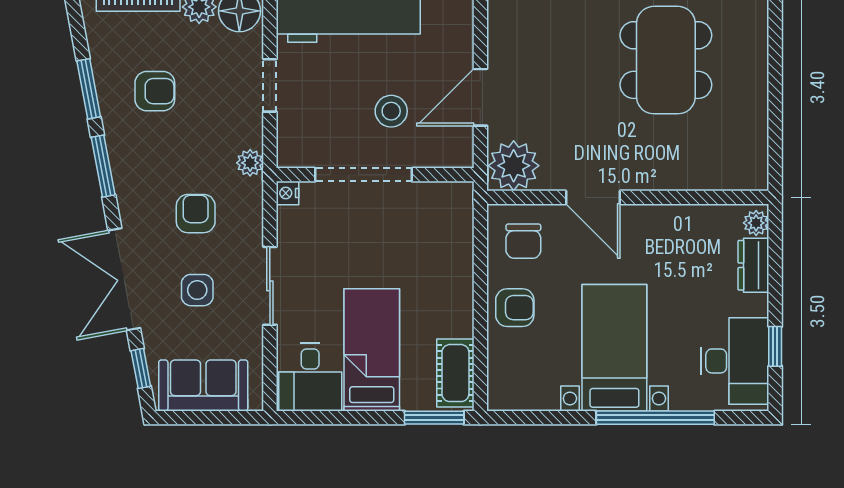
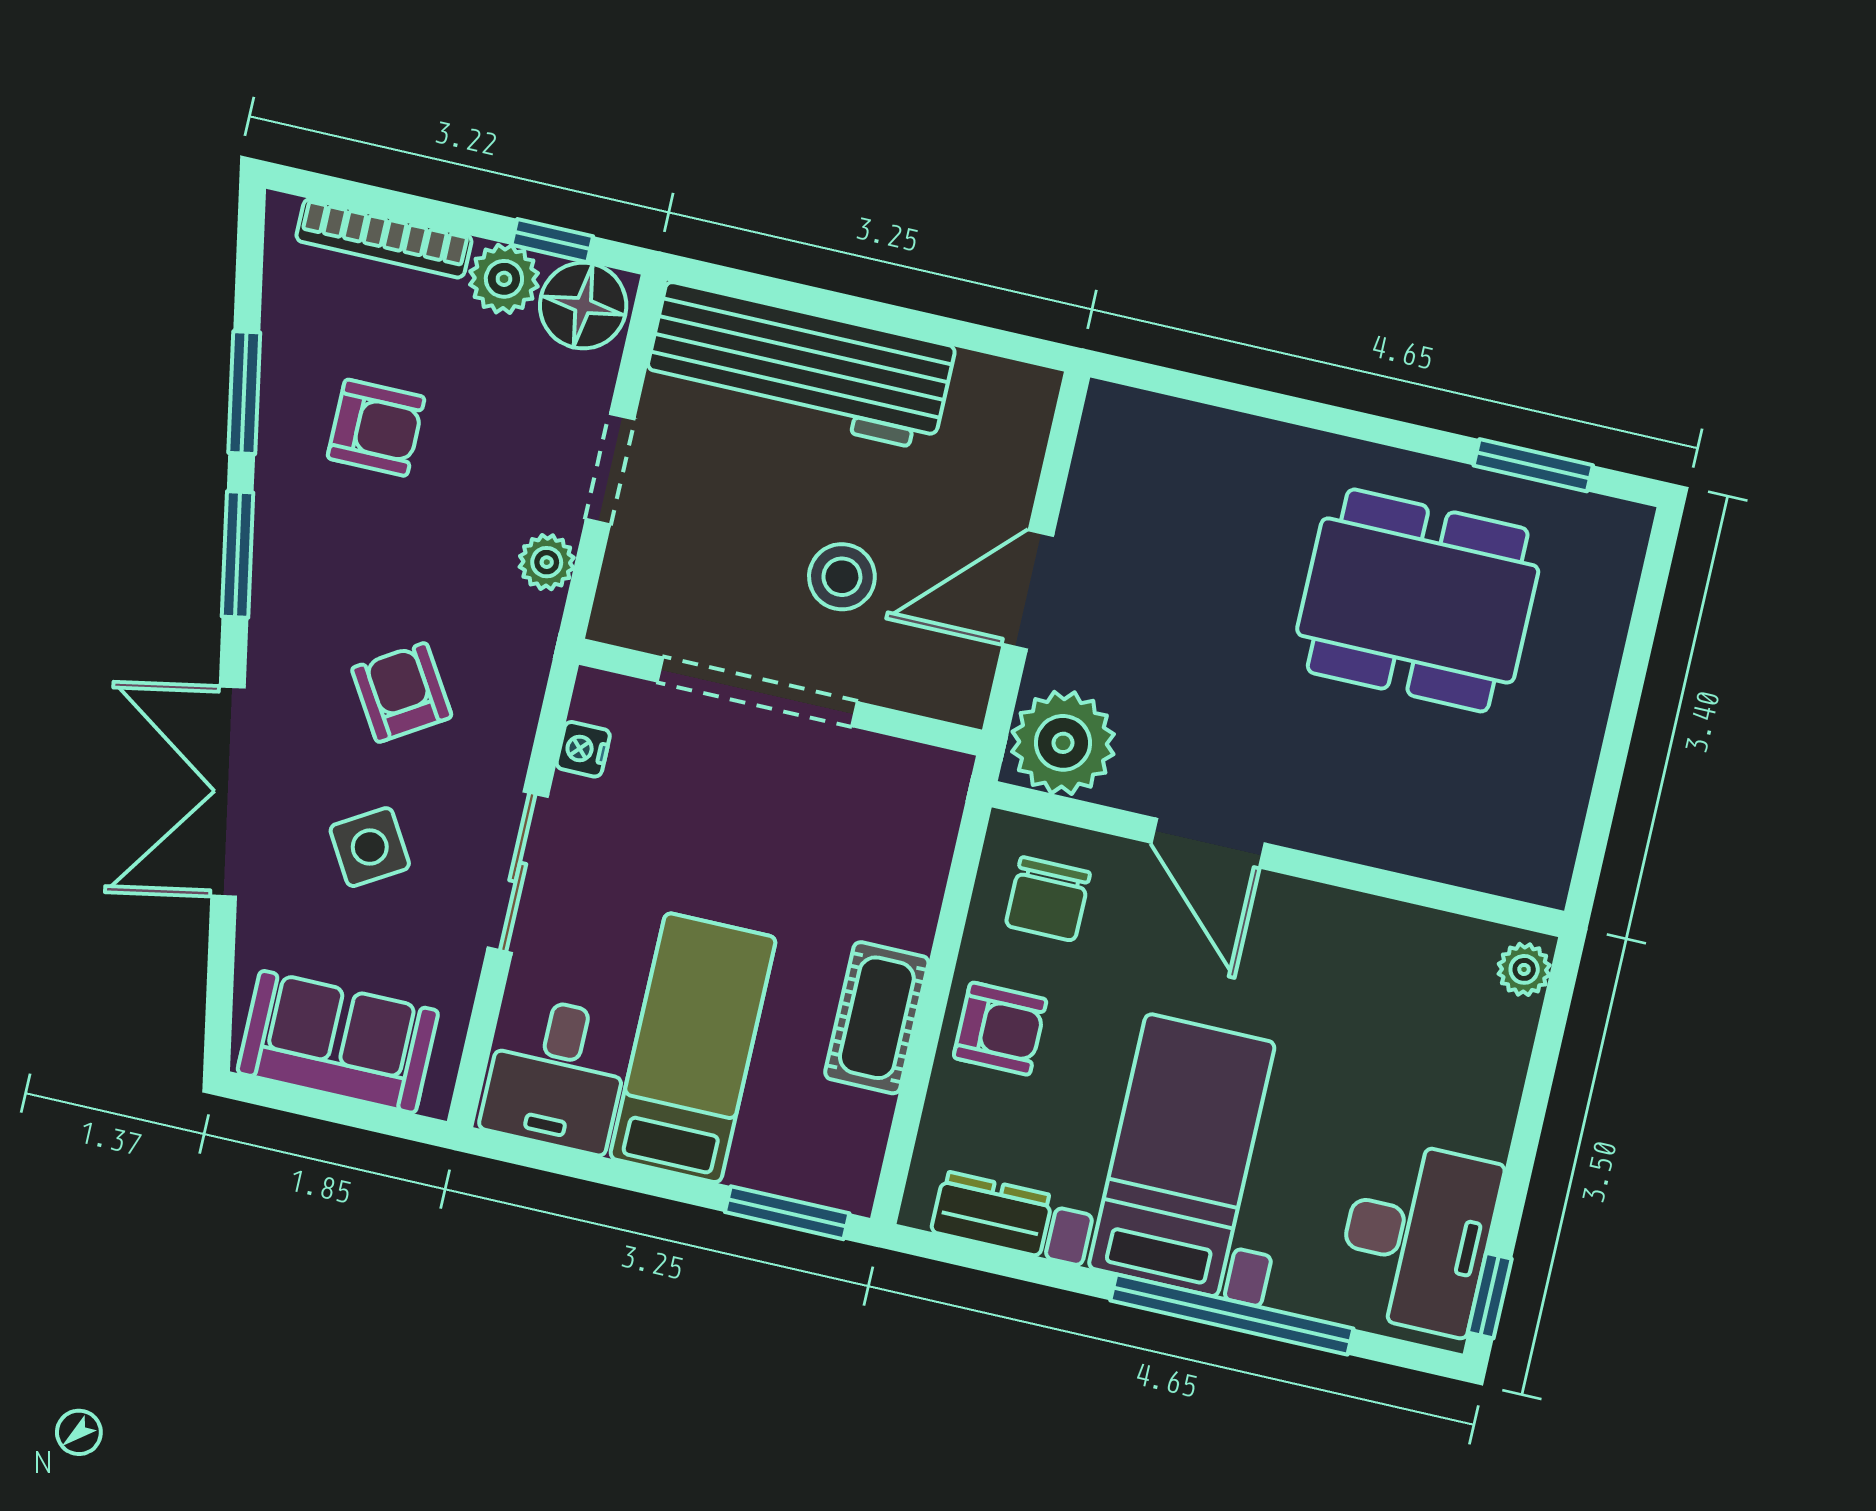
dining table: (666, 60) -> (1418, 600), turned 90
plant: (250, 163) -> (547, 562), moved
nightstand: (288, 193) -> (583, 749), moved
armchair: (196, 214) -> (402, 693), turned -32
dresser: (753, 265) -> (992, 1214), moved, turned 90
side table: (197, 290) -> (370, 847), turned -31
window: (775, 346) -> (1490, 1296), moved
window: (141, 368) -> (220, 979), removed
cot: (455, 373) -> (877, 1018), moved

